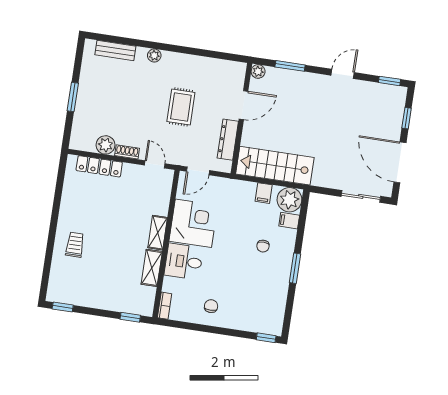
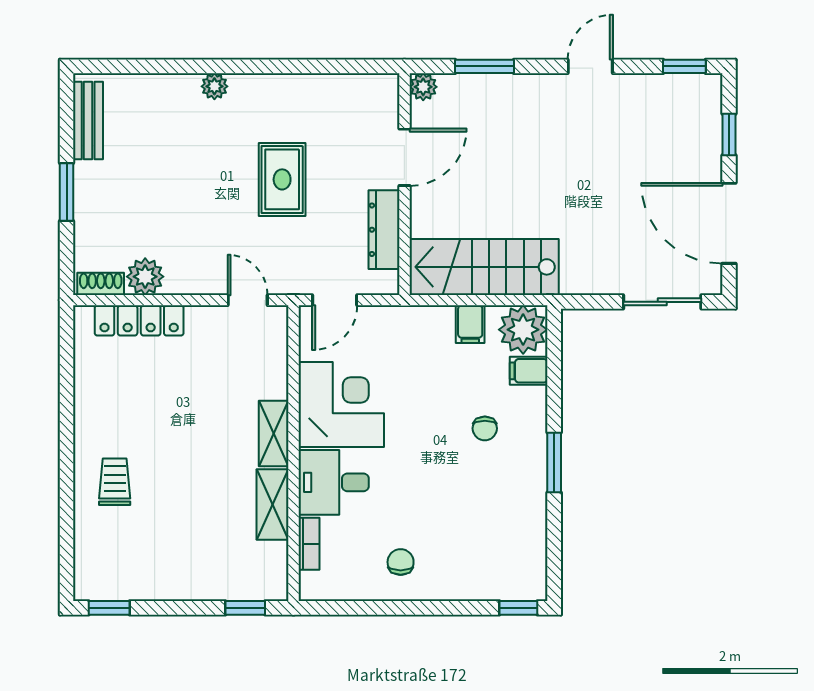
bench: (115, 50) -> (88, 121), moved, turned 90
shoe rack: (127, 152) -> (101, 284), moved
bookcase: (165, 306) -> (309, 544), moved

